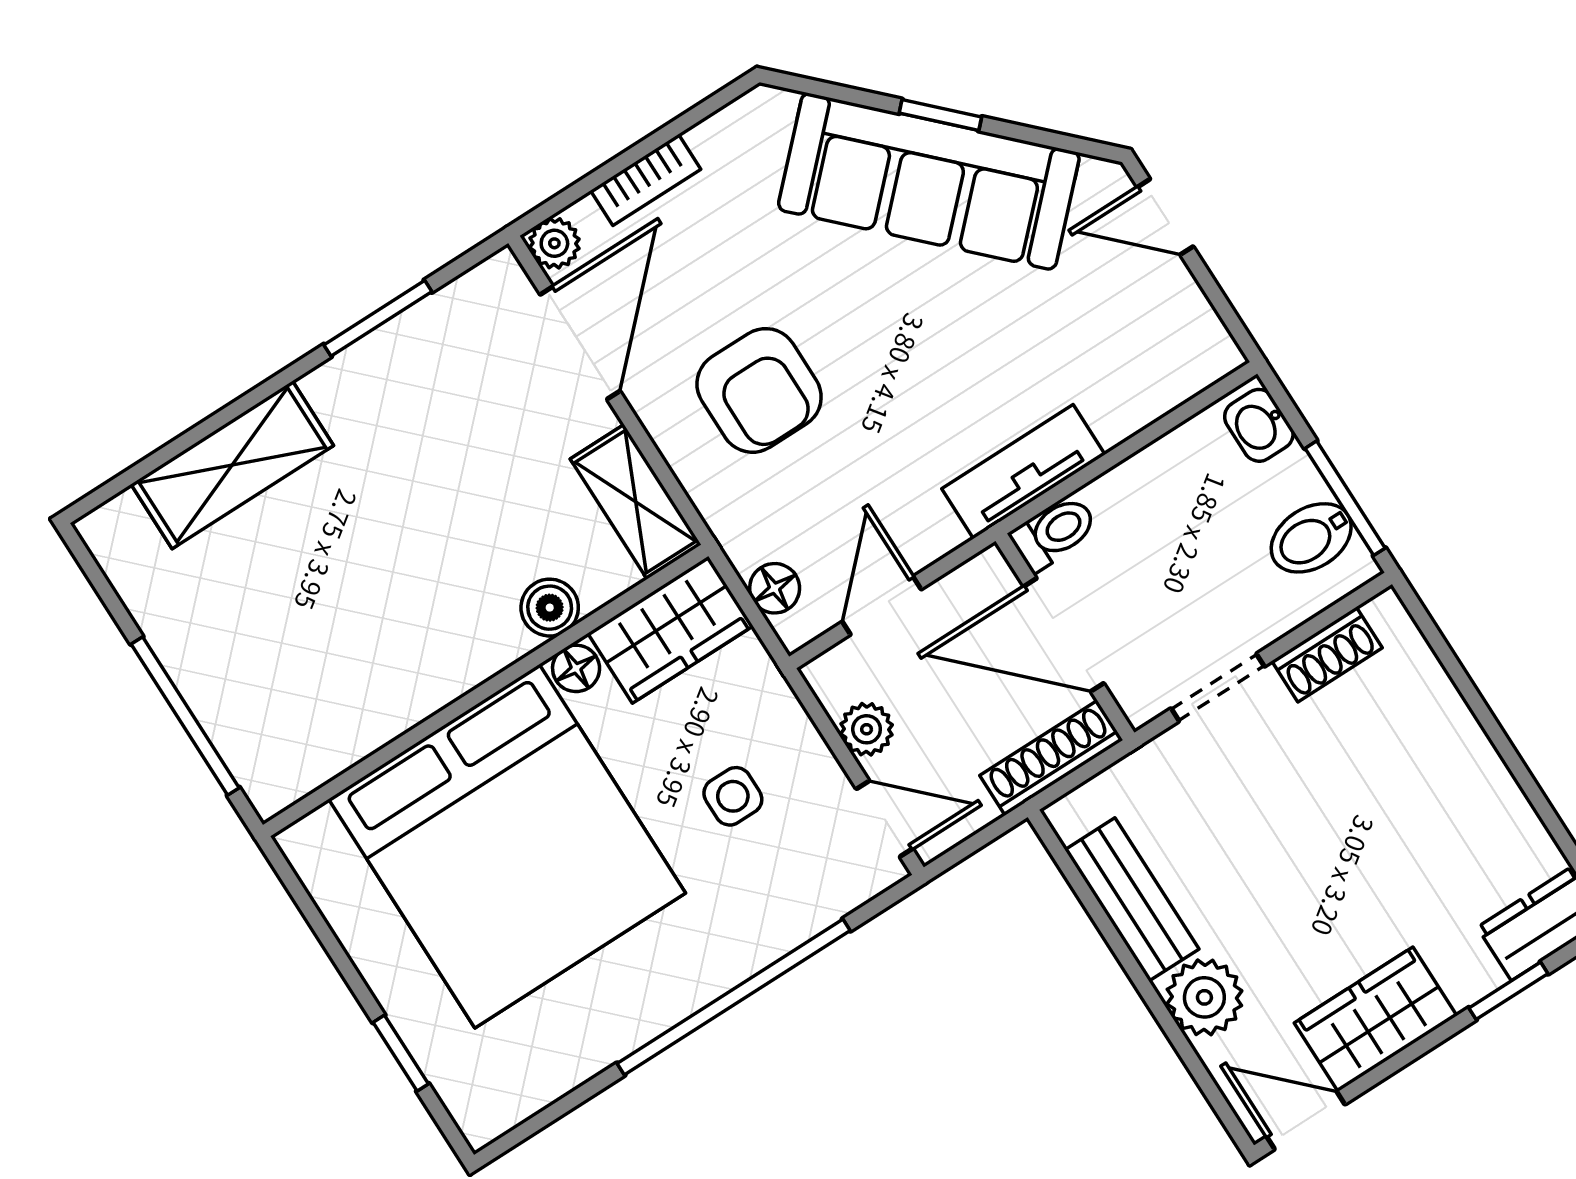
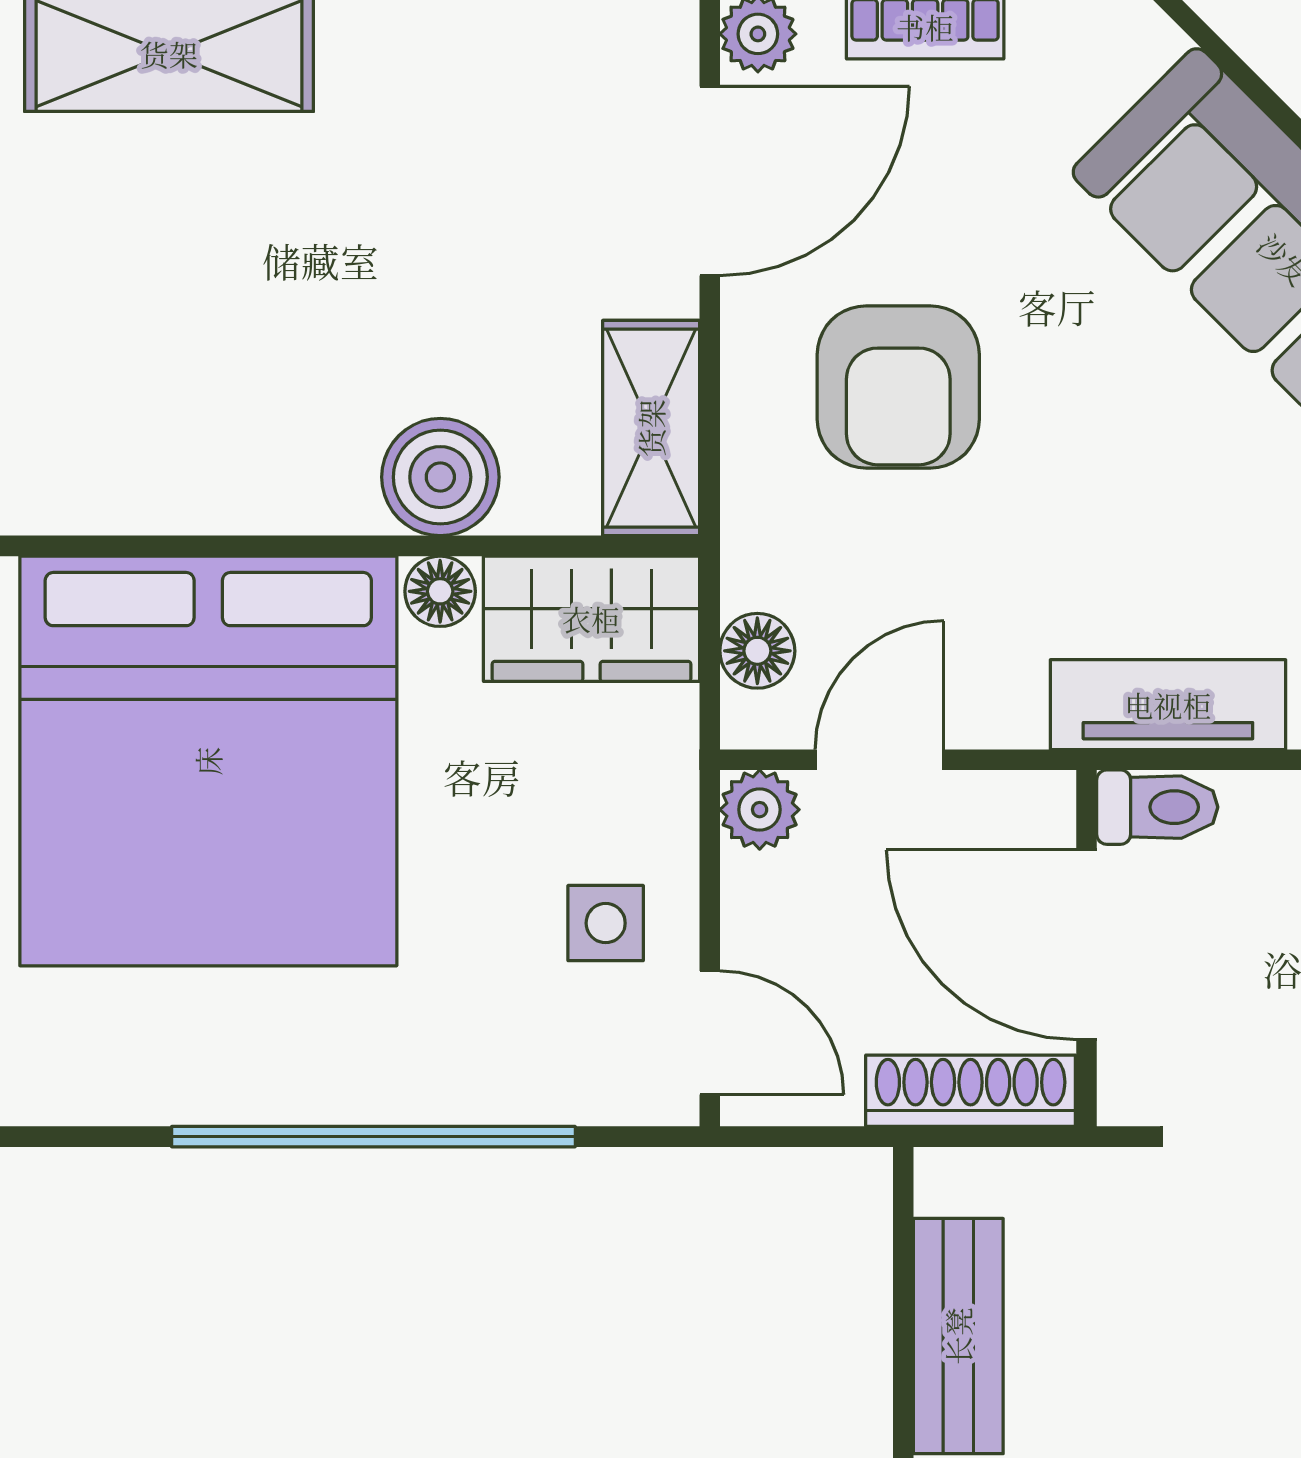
boiler: (550, 608) -> (440, 477), width x1.36, depth x1.36
plant: (867, 729) -> (760, 810), moved
side table: (733, 796) -> (606, 923), moved

